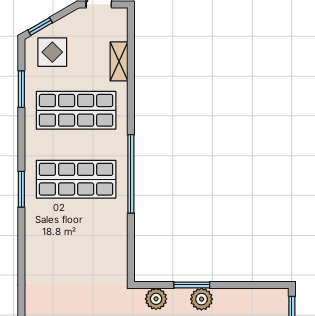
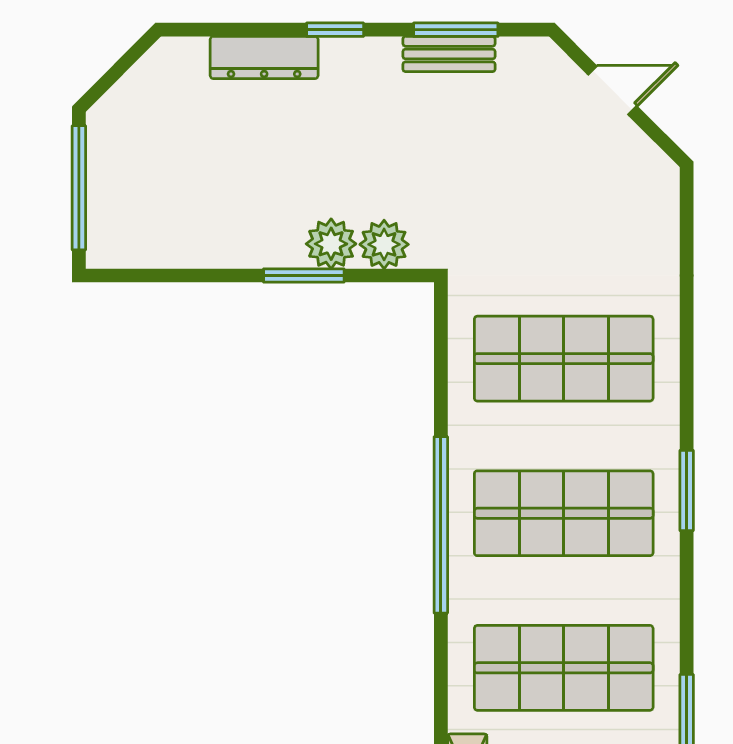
shop shelf: (76, 248) -> (564, 359), added
plant: (202, 299) -> (331, 244), moved

